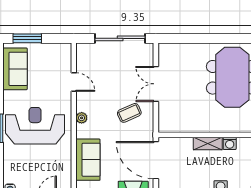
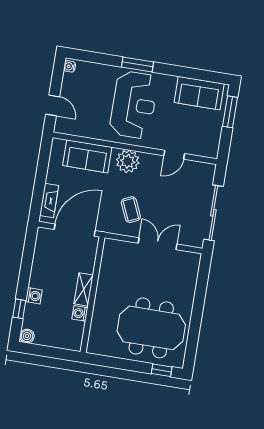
plant: (82, 118) -> (128, 161), width x1.88, depth x1.88

